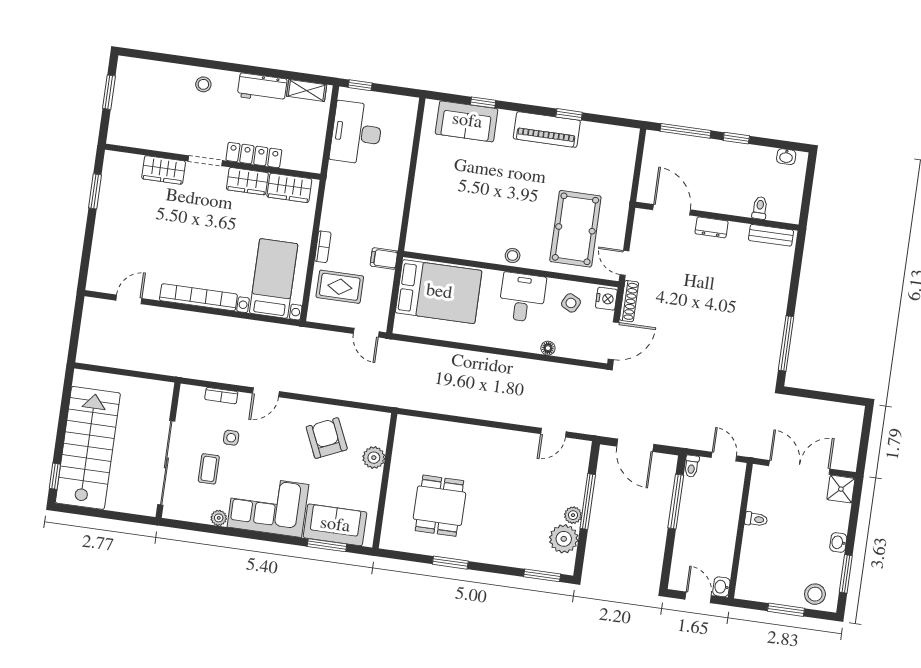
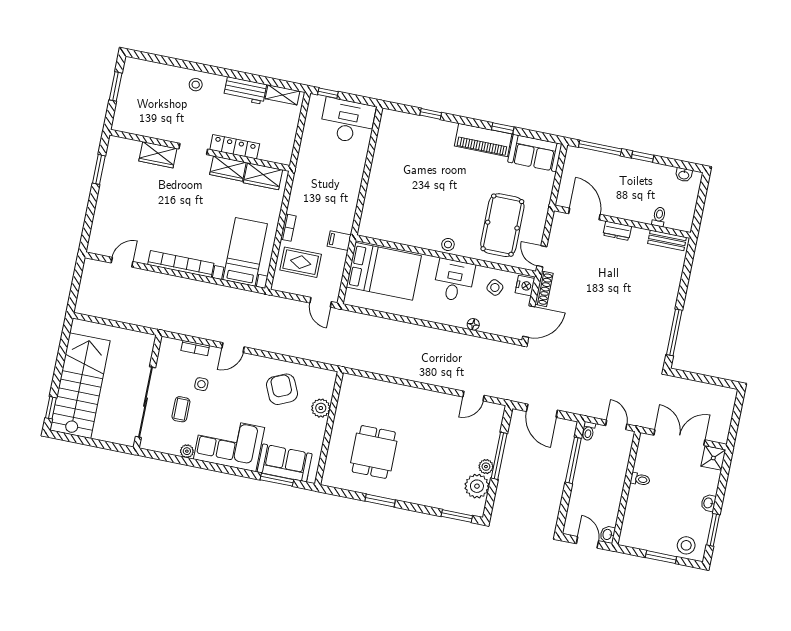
sofa: (467, 121) -> (535, 153), moved
desk: (356, 133) -> (347, 121), moved, turned 90

